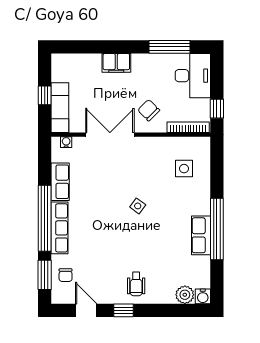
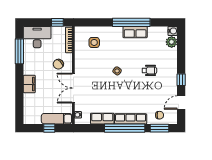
wheelchair: (136, 284) -> (149, 70), moved

